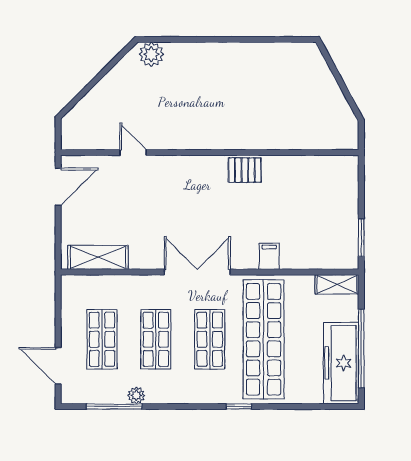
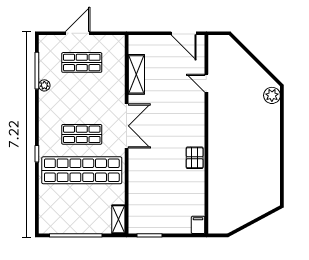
door: (133, 153) -> (206, 83), swing flipped
filing cabinet: (269, 256) -> (198, 225), moved, turned -90
shelving: (98, 257) -> (136, 74), moved
shop shelf: (156, 339) -> (82, 98), removed
freezer: (341, 363) -> (66, 222), removed
door: (58, 366) -> (78, 33), moved

